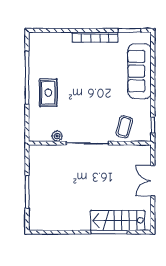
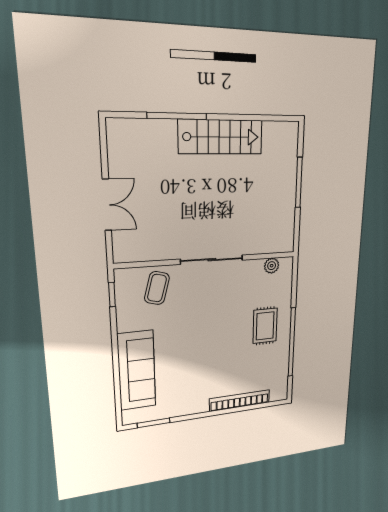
bookcase: (95, 37) -> (240, 401), moved
plant: (57, 136) -> (272, 266), moved
stairs: (118, 220) -> (221, 137), moved

